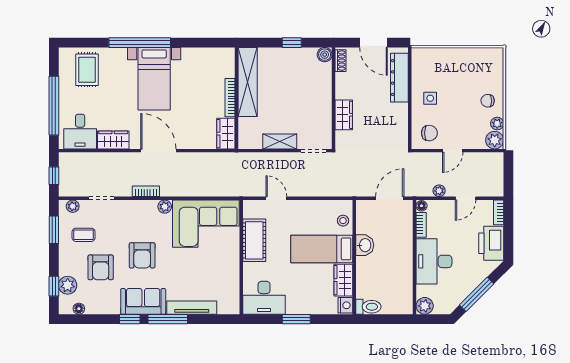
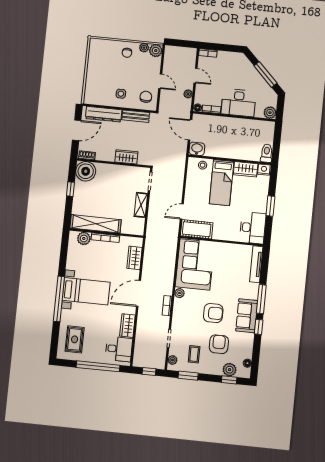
boiler: (325, 55) -> (86, 171), width x1.86, depth x1.86
plant: (226, 68) -> (84, 238), added
rug: (87, 70) -> (75, 339), turned 90
bench: (401, 122) -> (136, 116), added
wardrobe: (226, 134) -> (134, 258), moved, turned 90
cot: (254, 240) -> (197, 229), moved
printer: (491, 243) -> (230, 60), removed
washbasin: (365, 245) -> (197, 149), moved
armchair: (101, 267) -> (219, 344), turned -90
tv unit: (192, 308) -> (256, 264), moved

